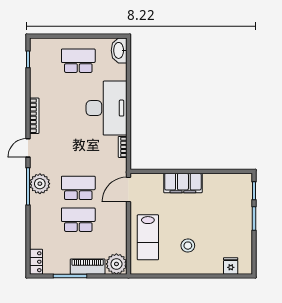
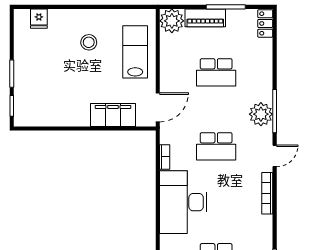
filing cabinet: (183, 183) -> (113, 115), moved
school desk: (78, 188) -> (216, 146), moved

